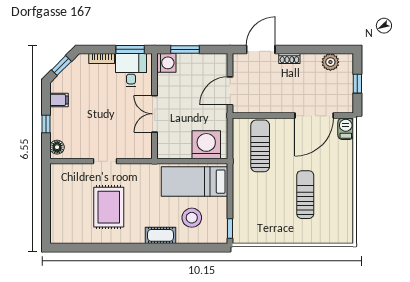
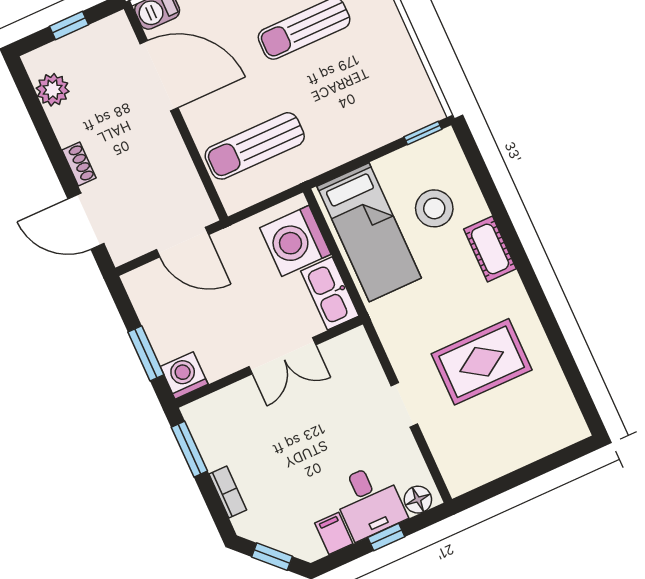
desk: (131, 70) -> (369, 502), moved, turned -90
kitchen sink: (174, 150) -> (330, 293), added

